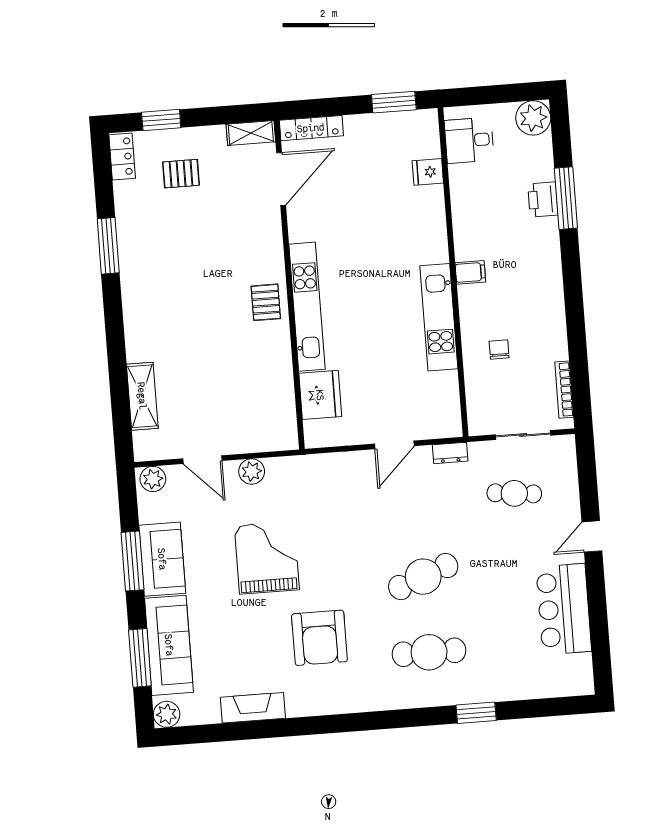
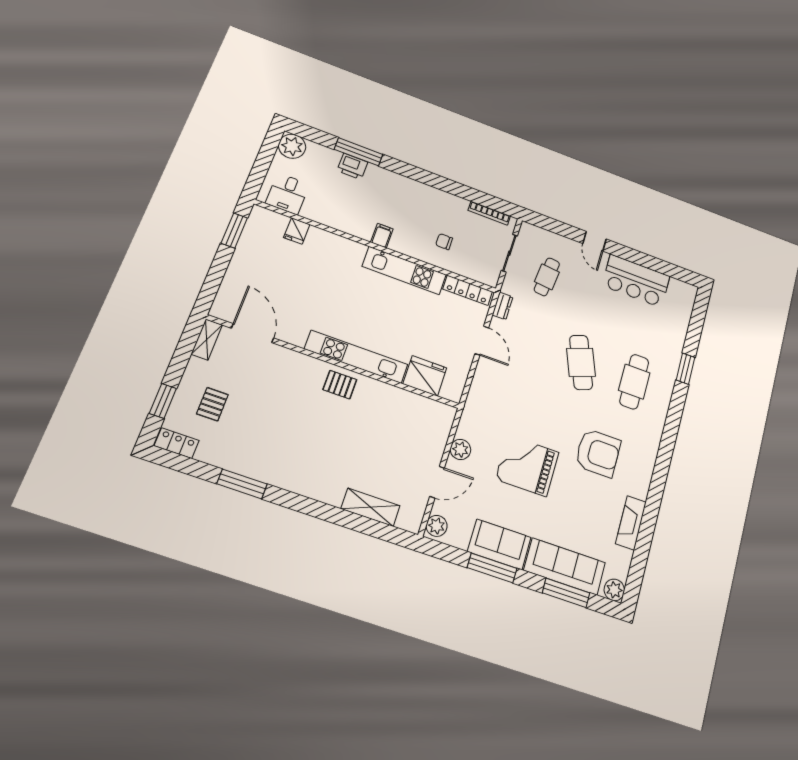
locker: (311, 128) -> (468, 290), moved, turned 90

